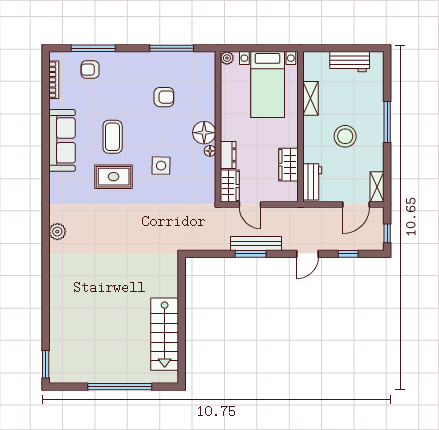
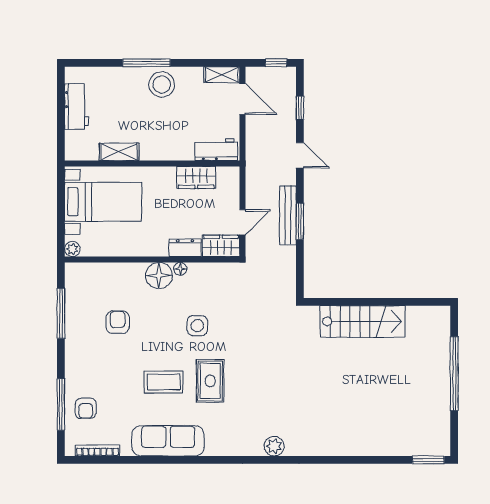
stool: (345, 136) -> (162, 85), moved
stairs: (165, 334) -> (363, 321), moved

